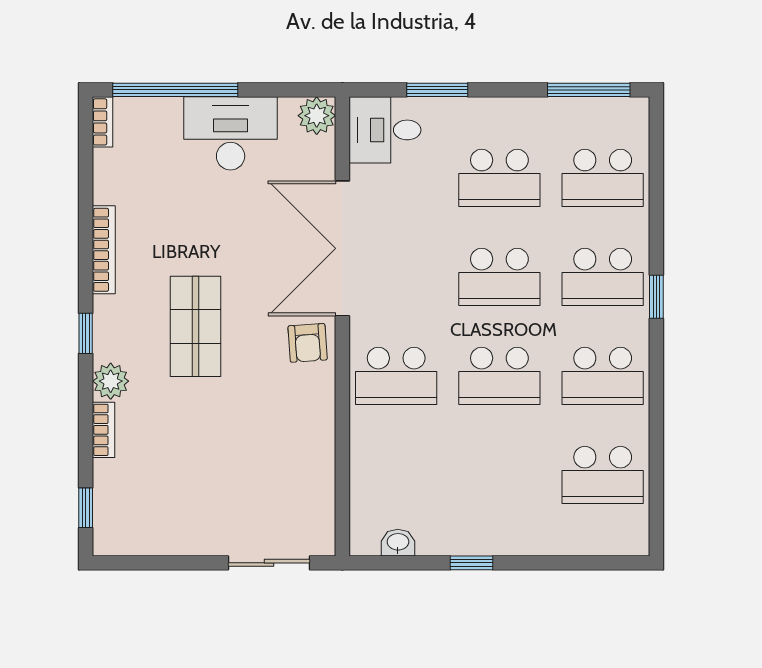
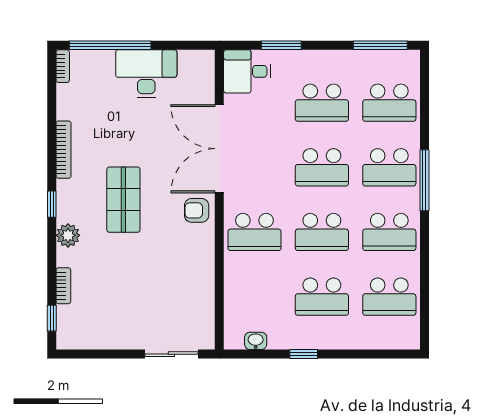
plant: (317, 116) -> (203, 62), removed
window: (656, 297) -> (424, 180), width x2.17
armchair: (308, 343) -> (197, 210), turned 94
bookcase: (104, 430) -> (63, 286), moved
school desk: (499, 475) -> (322, 297), added

